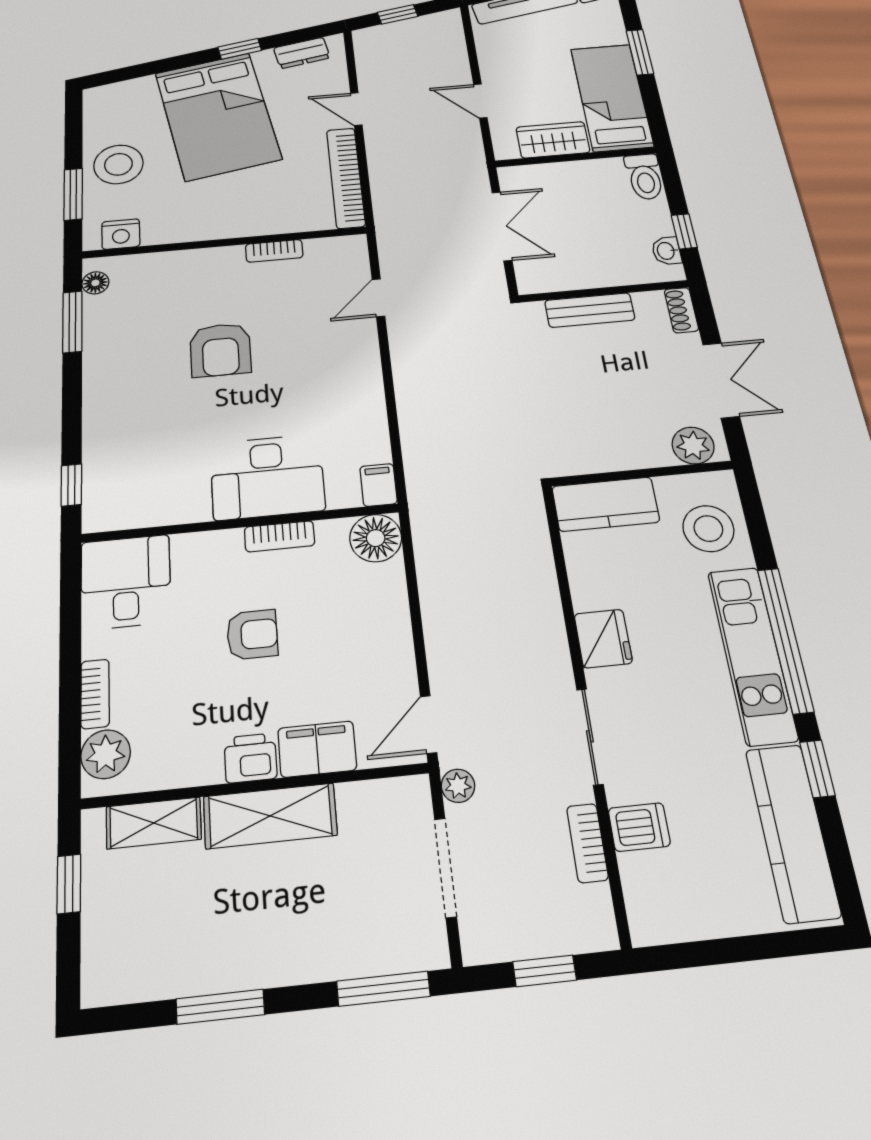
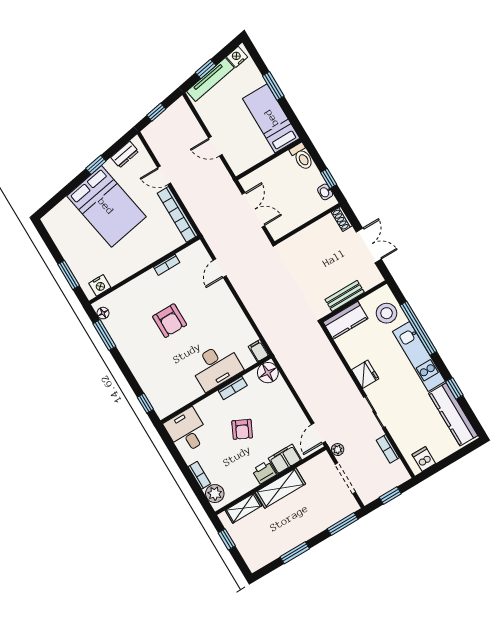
wardrobe: (553, 140) -> (256, 154), removed
stool: (118, 164) -> (79, 251), removed
bench: (590, 310) -> (345, 296), moved
plant: (693, 446) -> (368, 280), removed
armchair: (252, 635) -> (242, 429), turned 116
window: (785, 640) -> (418, 328), moved
dishwasher: (639, 827) -> (424, 459), moved, turned -90

